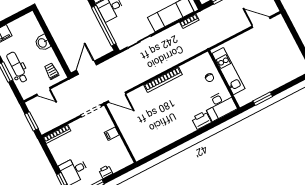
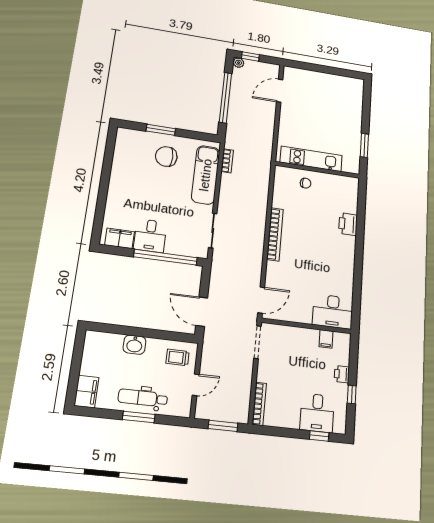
desk: (220, 105) -> (333, 311), moved, turned 90
filing cabinet: (112, 134) -> (326, 339), moved

